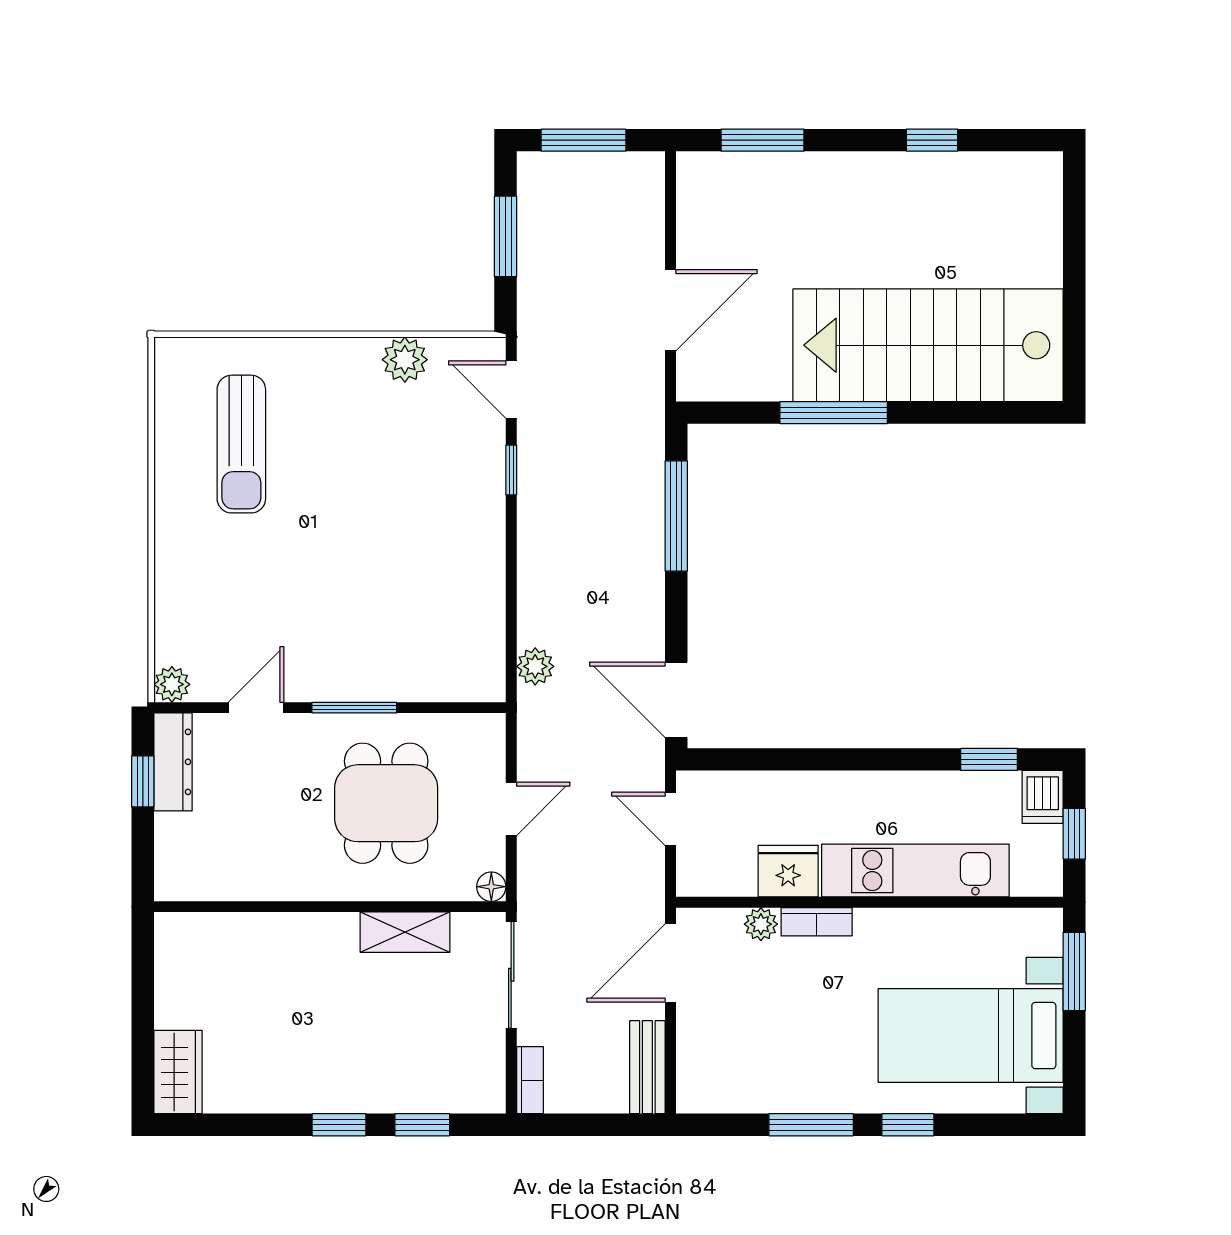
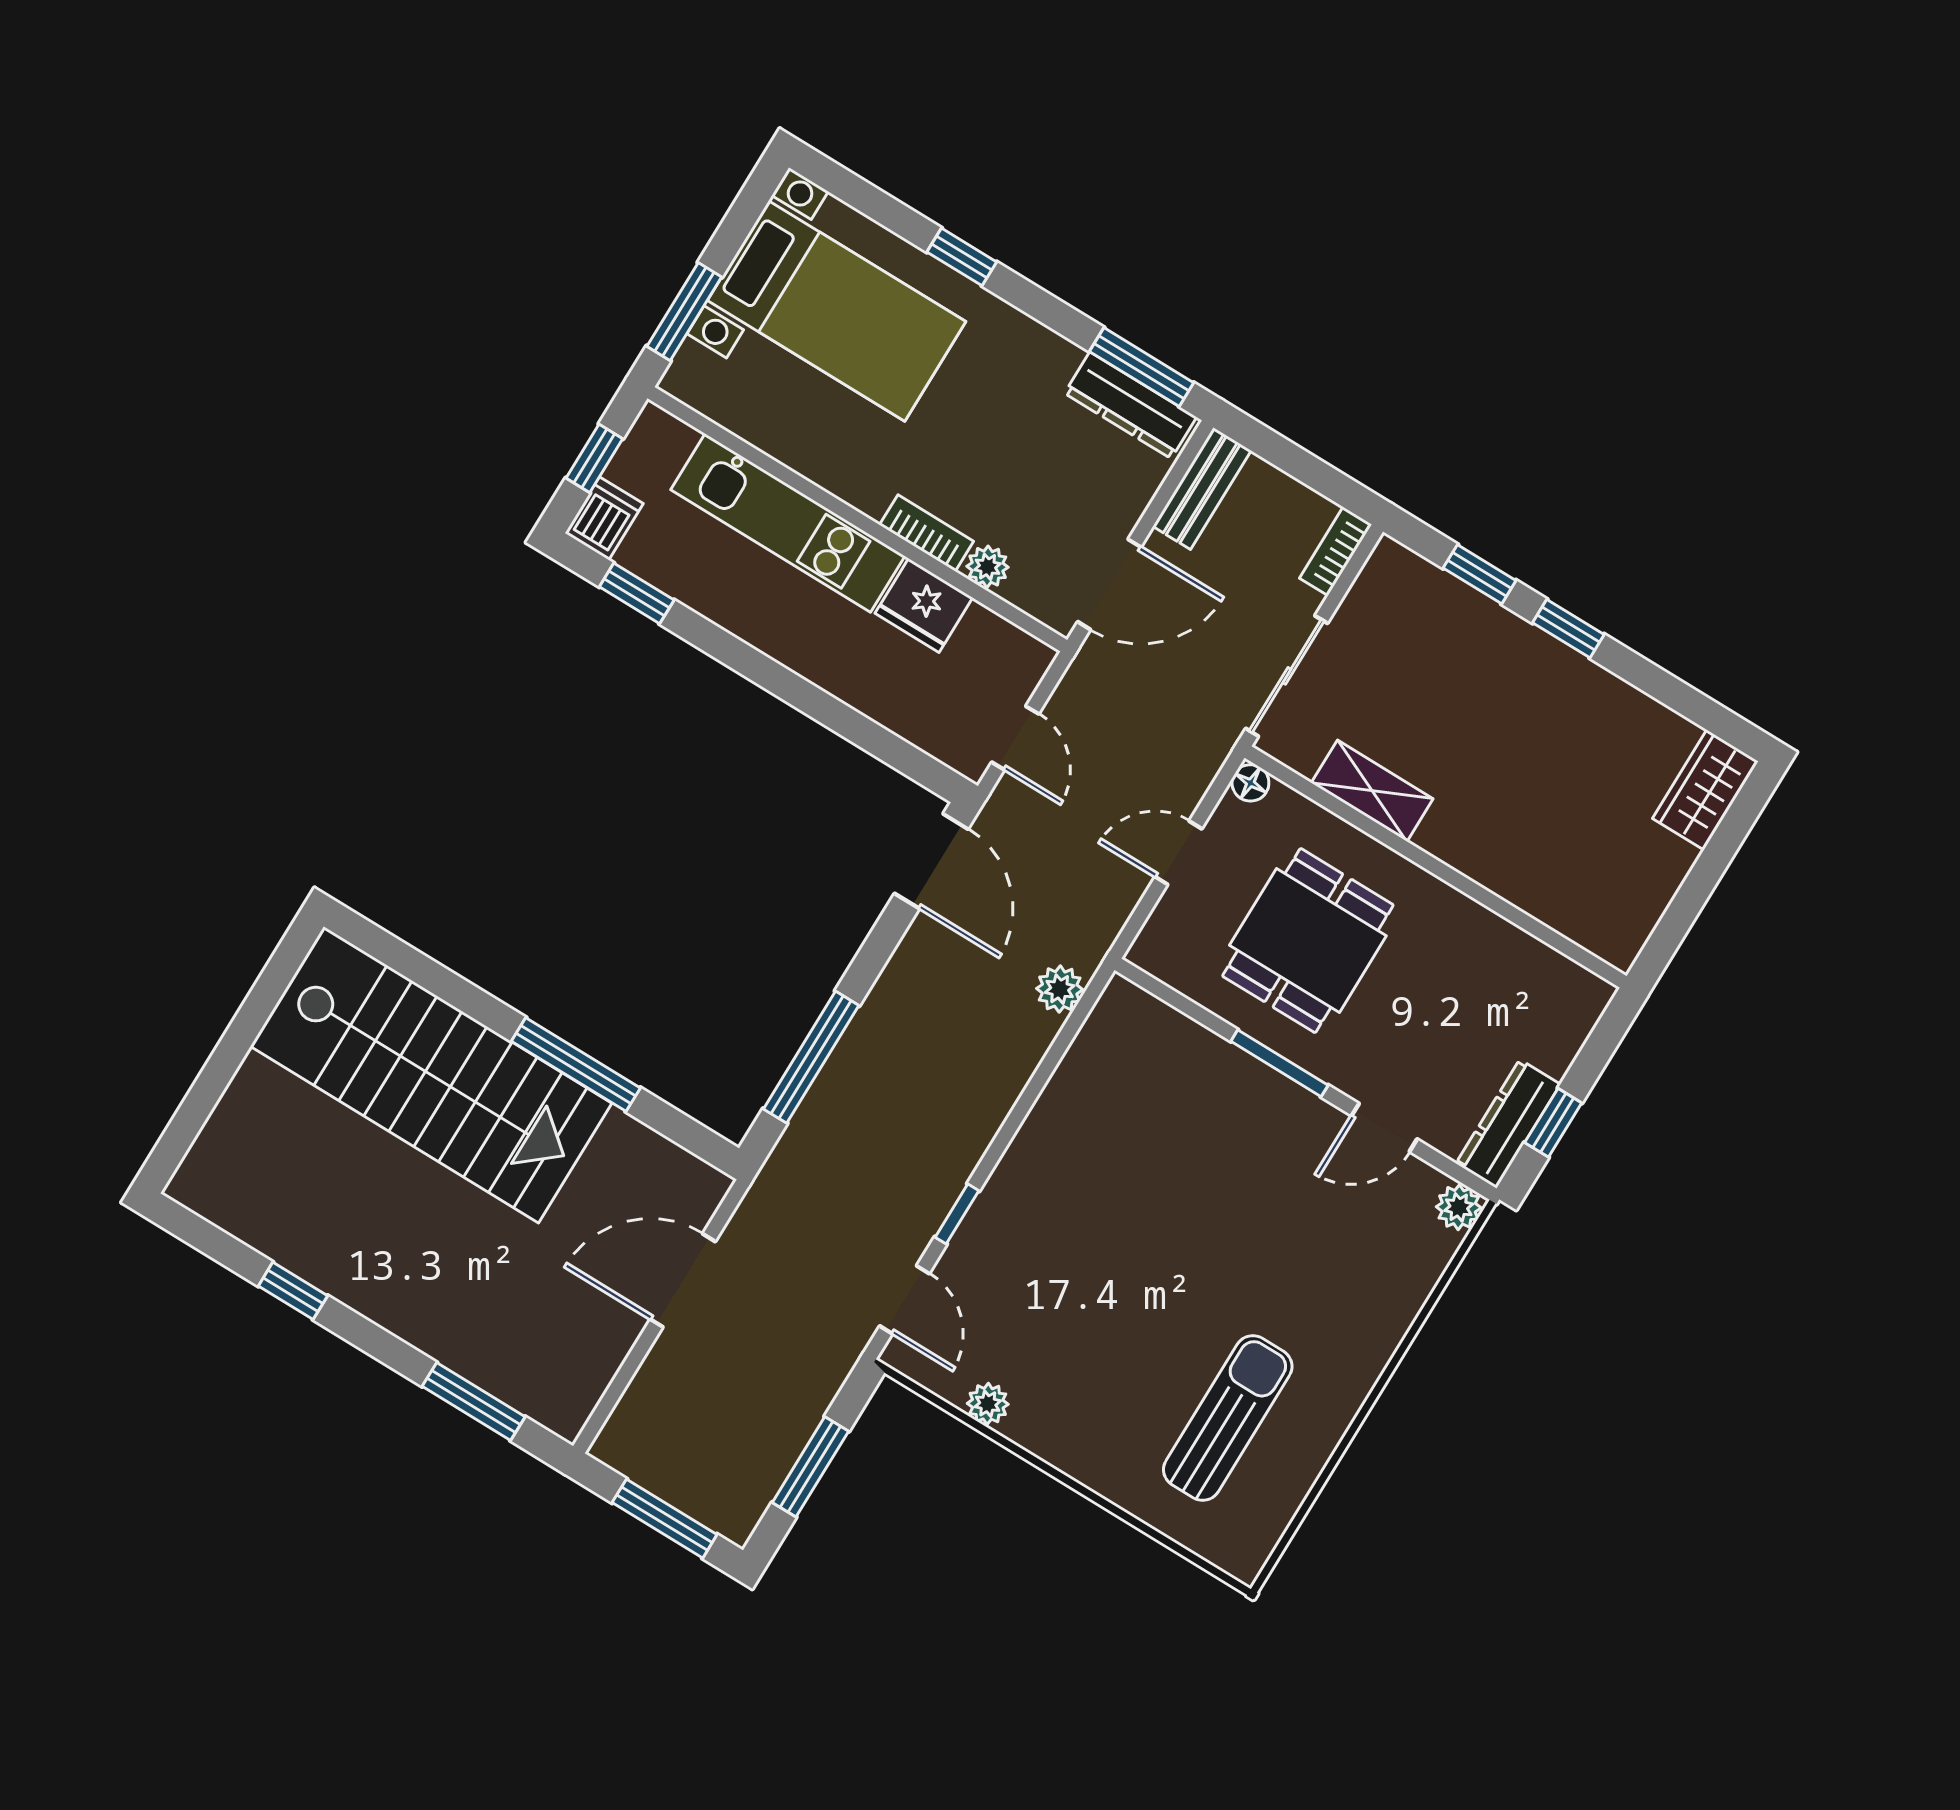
plant: (405, 360) -> (988, 1404), width x0.73, depth x0.73
dresser: (731, 1094) -> (1131, 405), added
window: (811, 1125) -> (1142, 367), moved

